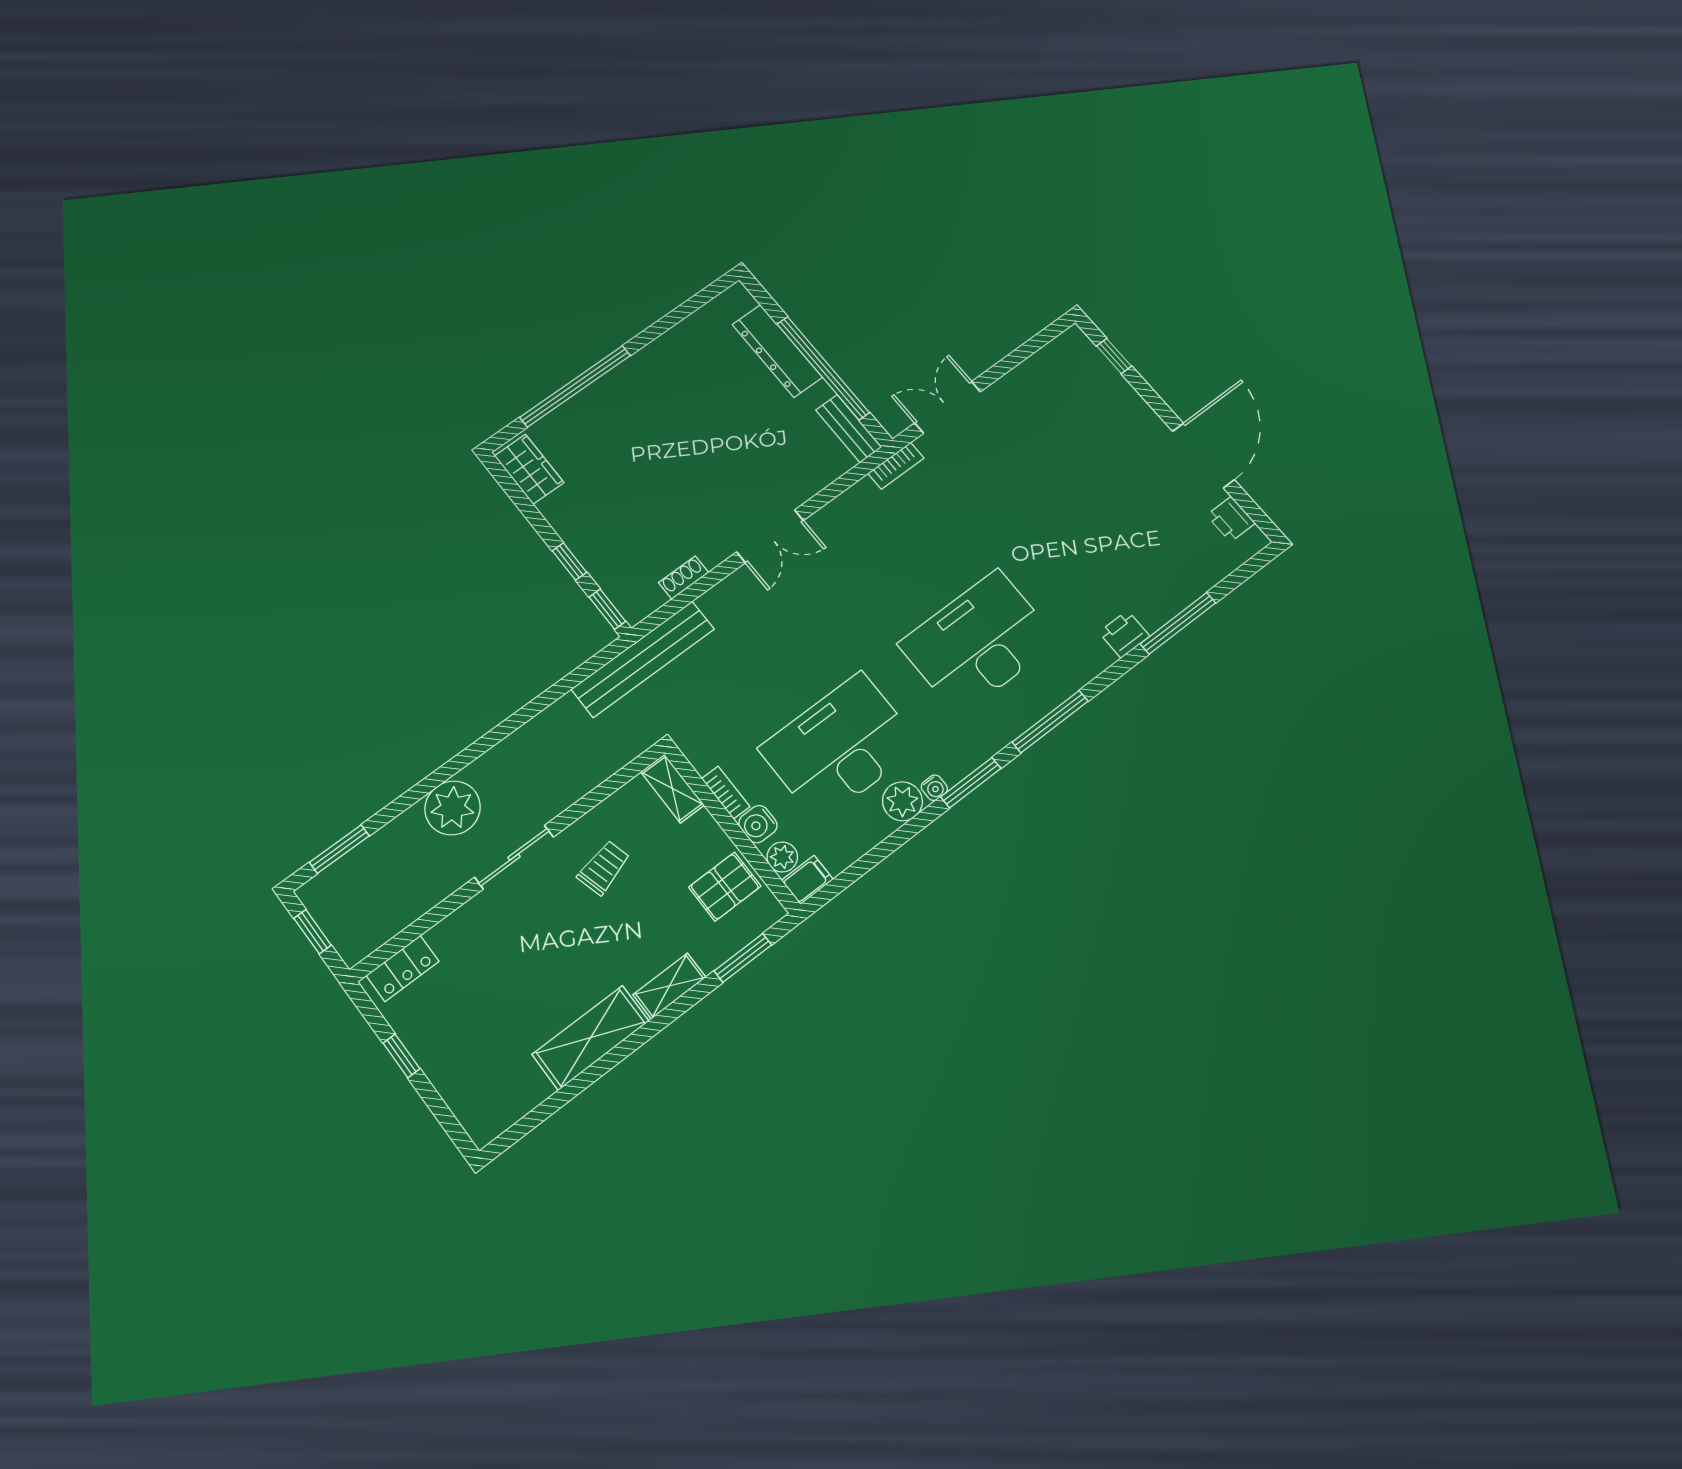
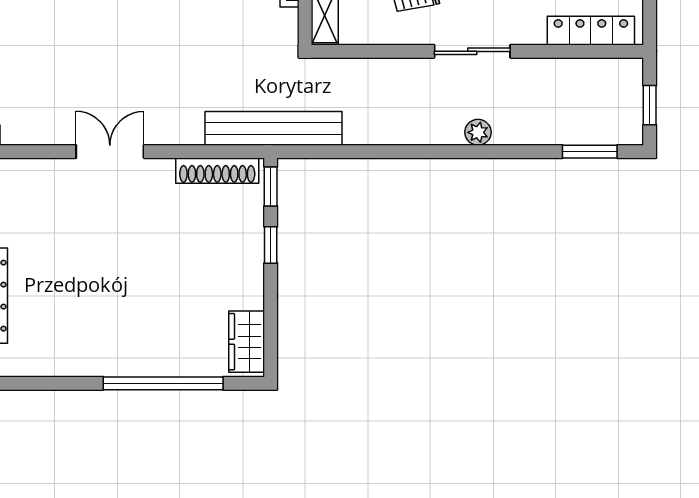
shoe rack: (684, 578) -> (217, 171), width x1.94, depth x1.24
plant: (453, 808) -> (478, 132), width x0.53, depth x0.53
locker: (403, 968) -> (591, 31), width x1.53

